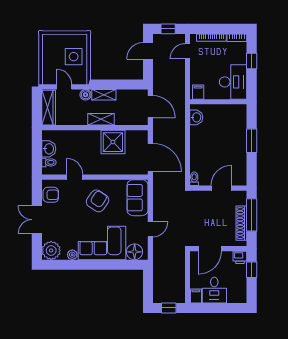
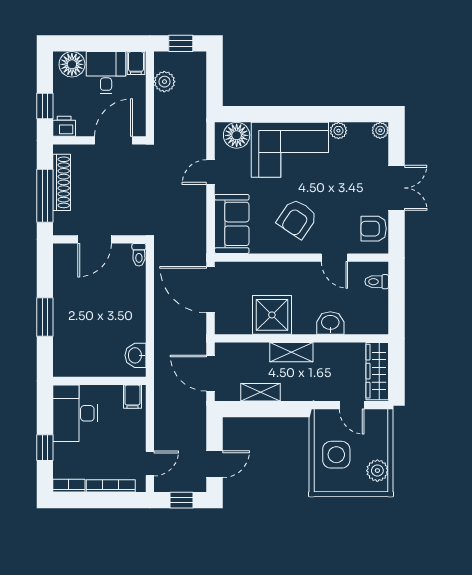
plant: (48, 47) -> (377, 471), added
boiler: (86, 95) -> (317, 392), removed
shelving: (104, 95) -> (261, 392), moved
washbasin: (49, 149) -> (330, 323), moved, turned 90
plant: (51, 250) -> (380, 130), width x0.53, depth x0.53
plant: (179, 285) -> (164, 82), added
floor lamp: (235, 295) -> (72, 64), added

